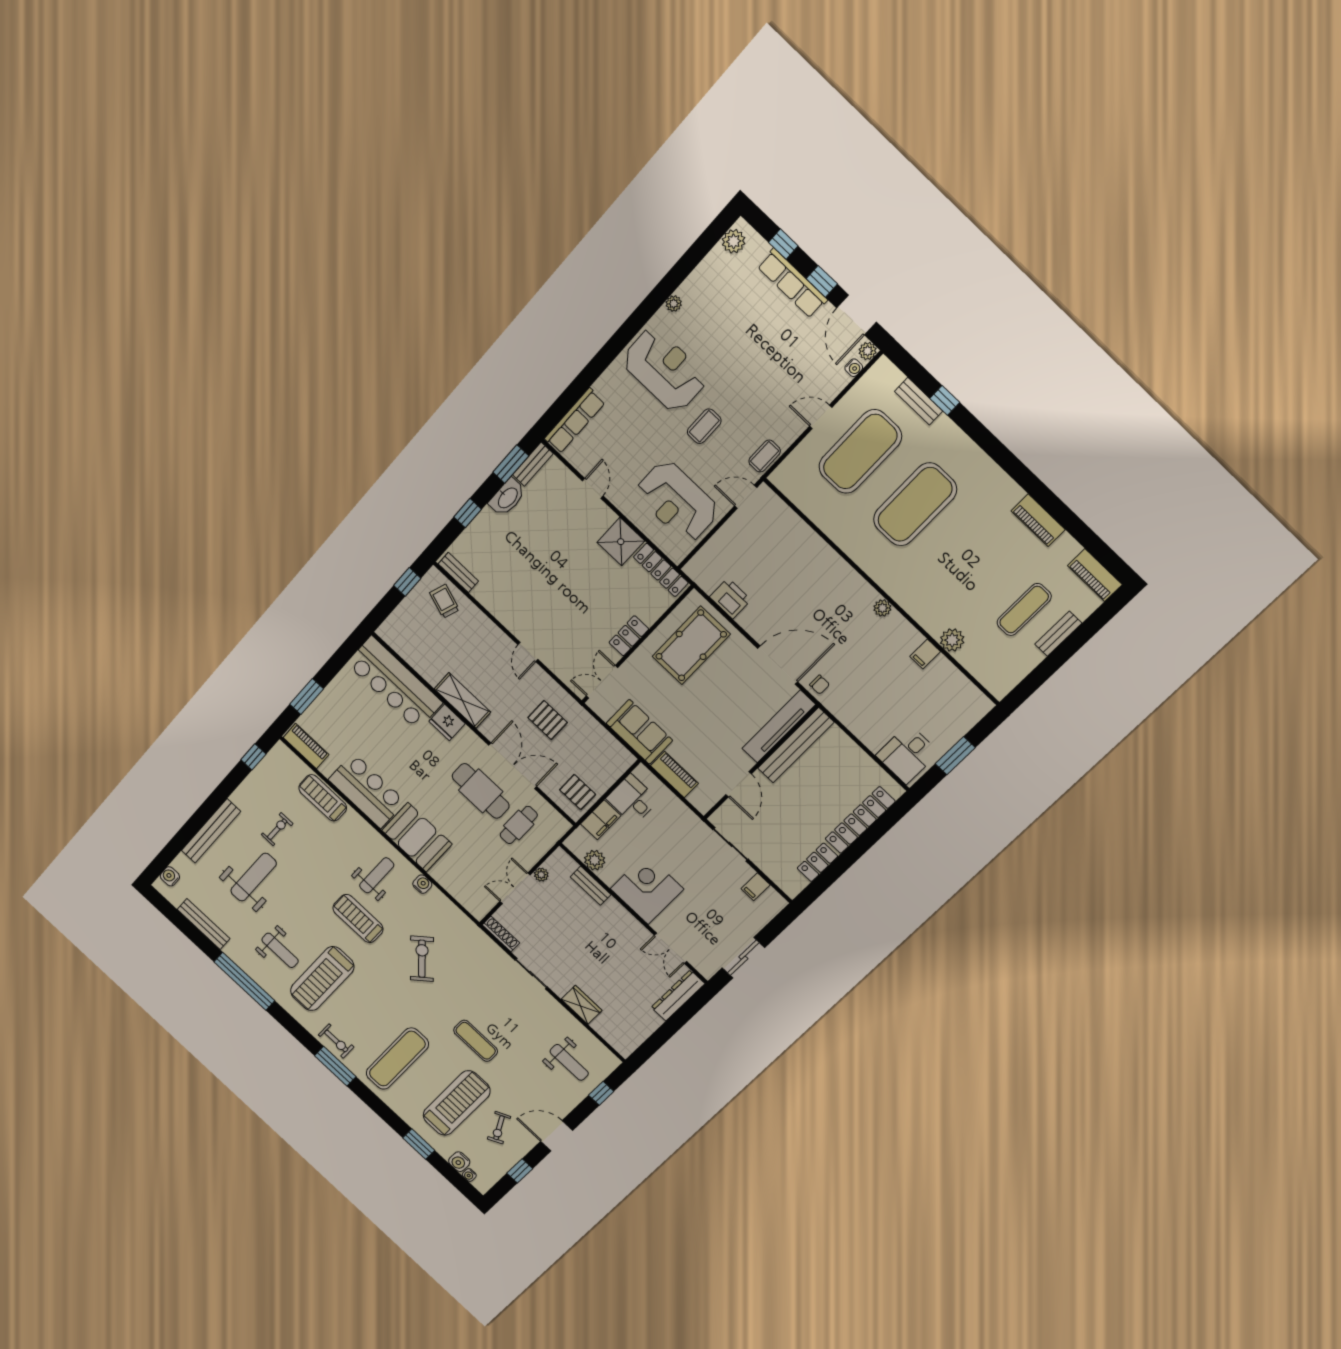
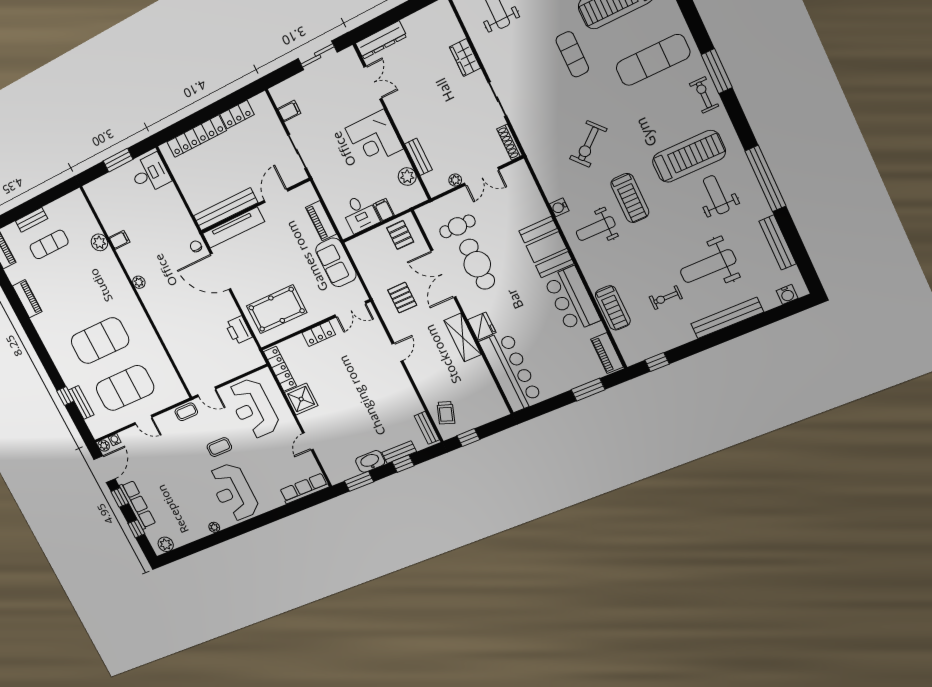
bench: (533, 464) -> (399, 452), moved
reception desk: (677, 501) -> (253, 408), turned 180
filing cabinet: (601, 820) -> (384, 210), width x0.50

